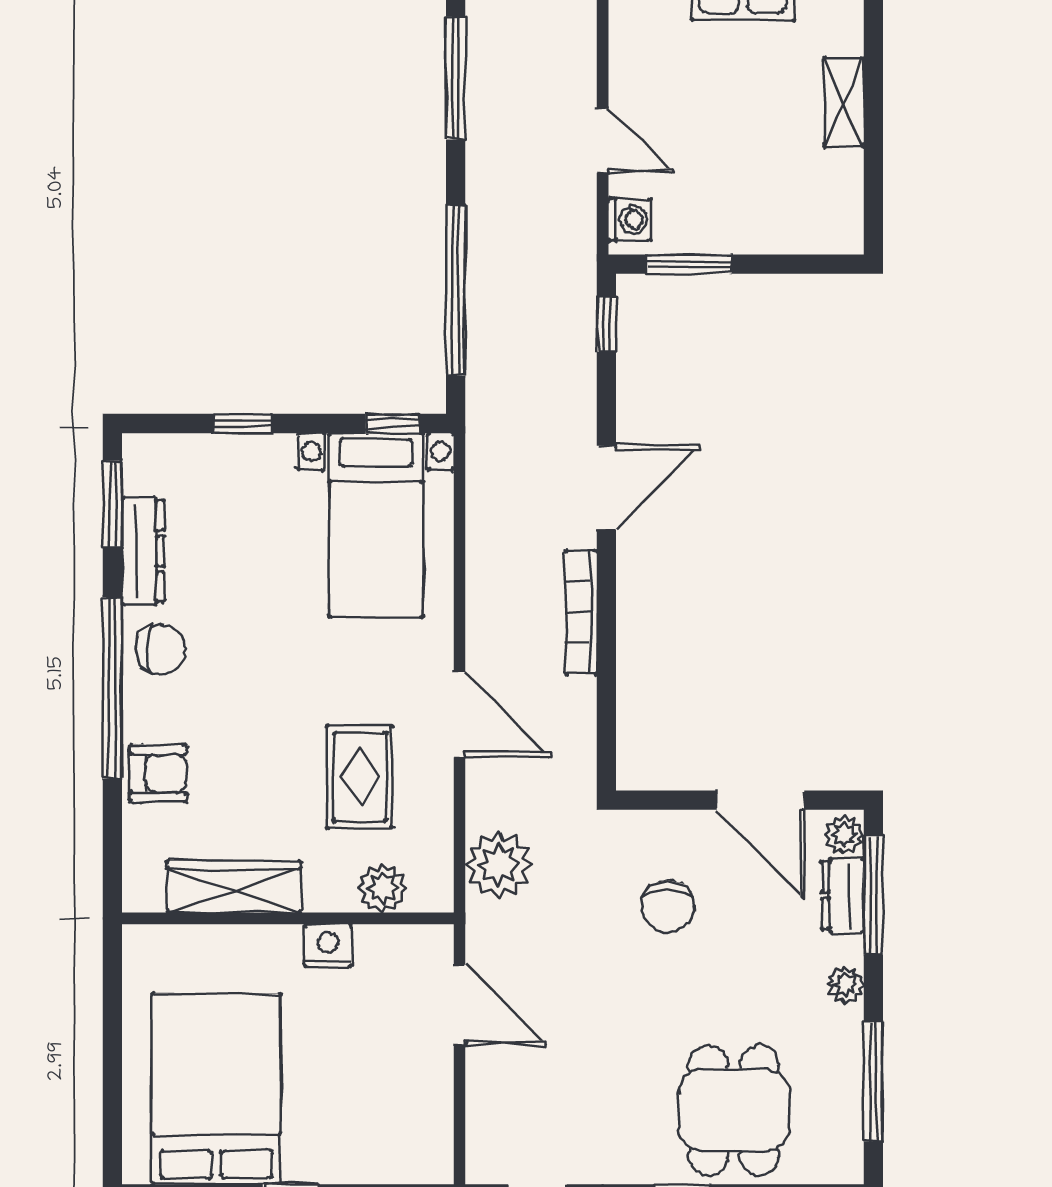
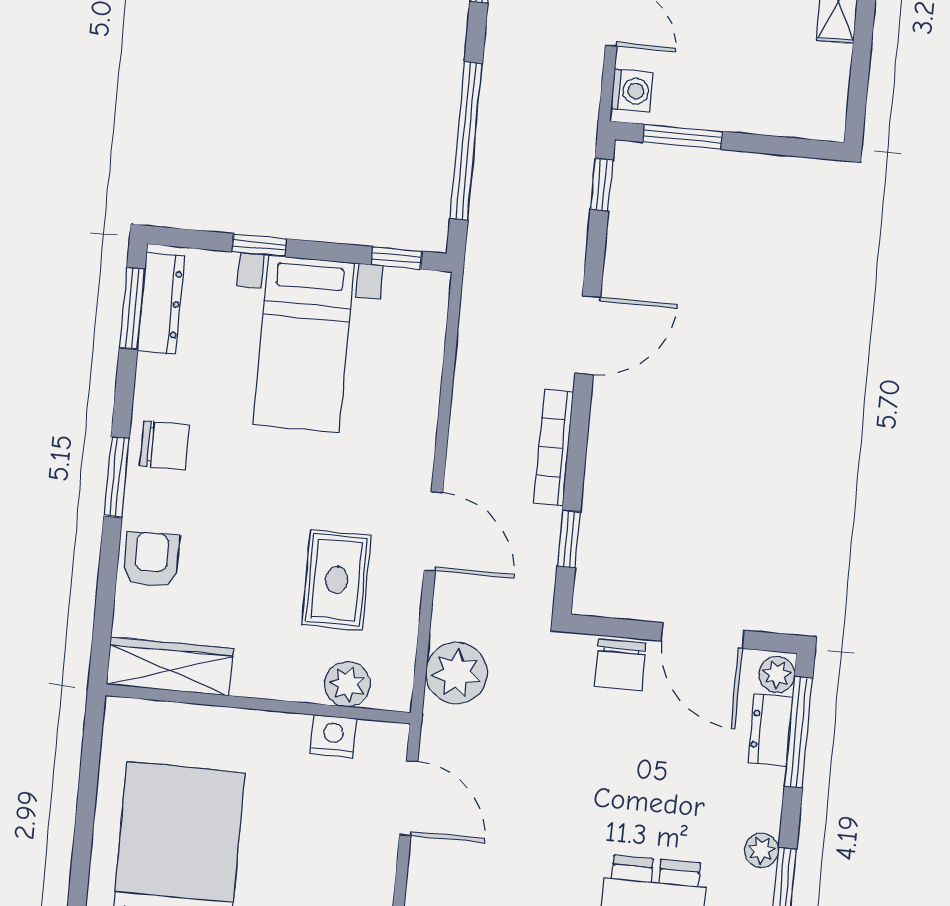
bed with nightstands: (376, 525) -> (304, 344), moved
dresser: (143, 551) -> (161, 303), moved
window: (112, 688) -> (117, 477), width x0.47
window: (606, 710) -> (569, 539), added
armchair: (158, 773) -> (151, 560), turned -90
wardrobe: (234, 887) -> (170, 666), moved
chair: (668, 906) -> (620, 665), moved
nightstand: (328, 946) -> (333, 736), moved
plant: (845, 985) -> (761, 850), moved

